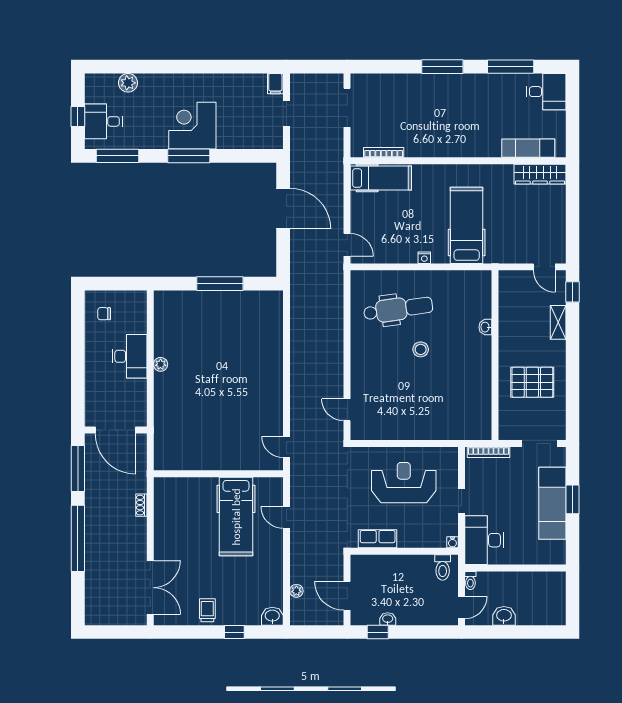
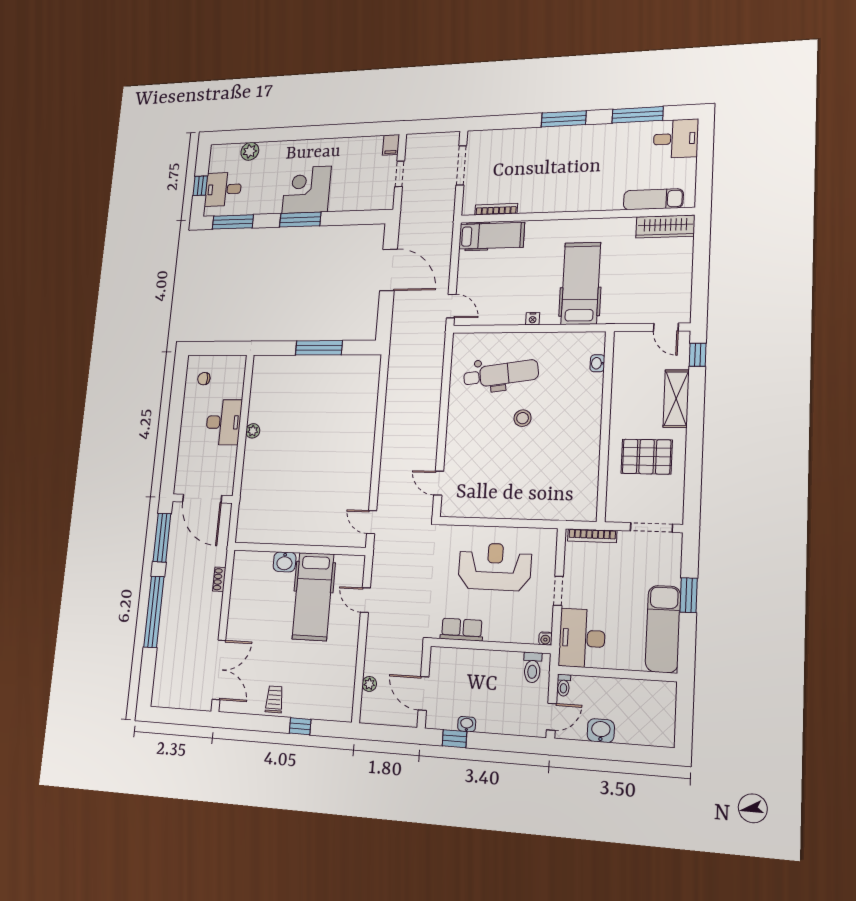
shelving: (558, 322) -> (676, 399), width x1.50, depth x1.33
washbasin: (485, 327) -> (597, 363), moved
exam couch: (552, 503) -> (663, 629), moved
washbasin: (272, 616) -> (285, 562), moved, turned 180

